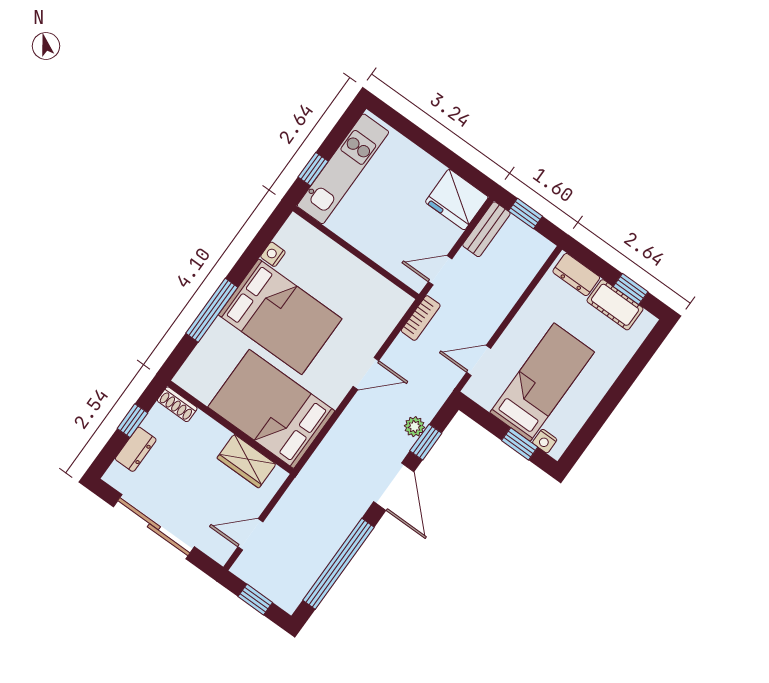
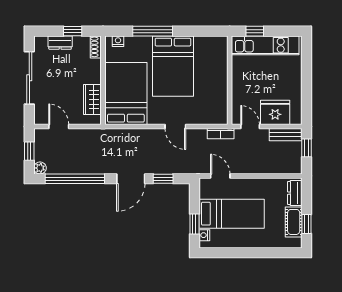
fridge: (457, 200) -> (275, 112), moved, turned 90
nightstand: (273, 254) -> (118, 41), moved
plant: (414, 427) -> (40, 168), moved

